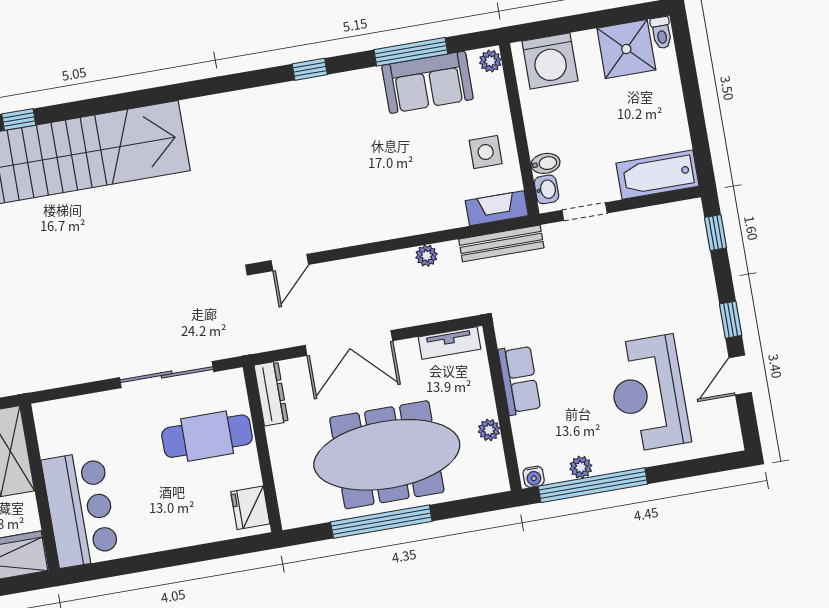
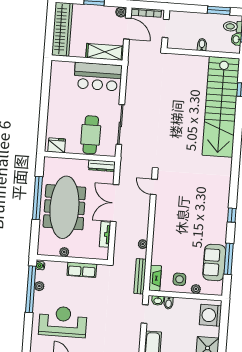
plant: (490, 61) -> (196, 289), moved
tv unit: (449, 343) -> (105, 234), moved
bar counter: (80, 509) -> (98, 77), moved

